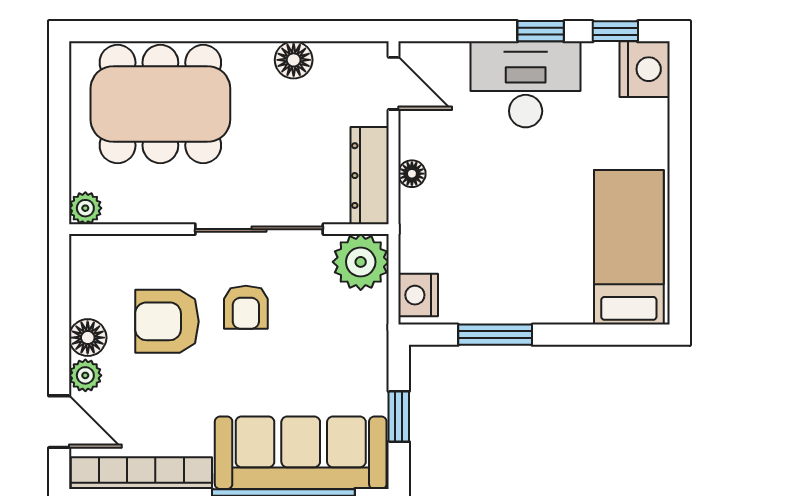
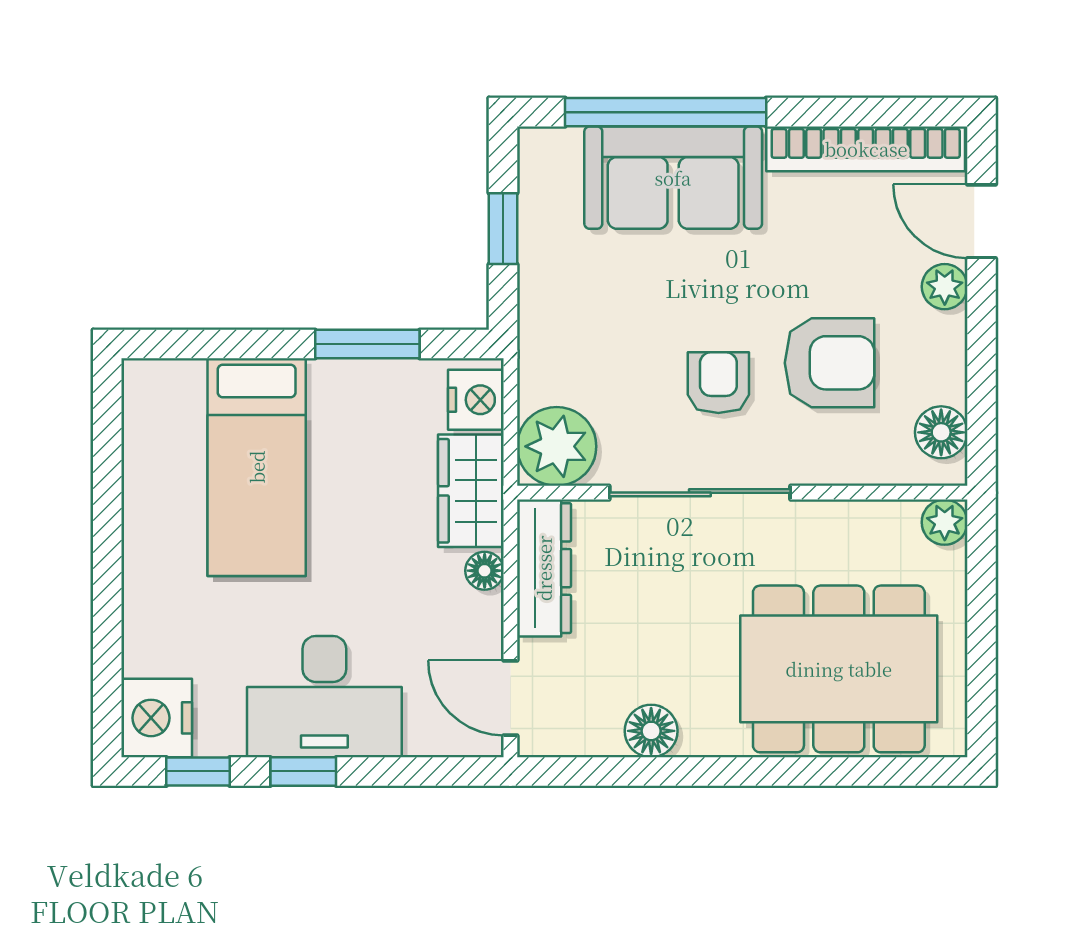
wardrobe: (422, 230) -> (471, 491), added
bed: (629, 247) -> (257, 467), moved
floor lamp: (88, 338) -> (941, 432), moved
sofa: (301, 453) -> (673, 178), width x0.73

